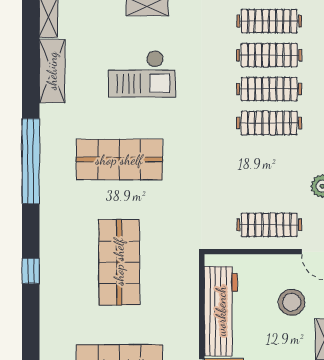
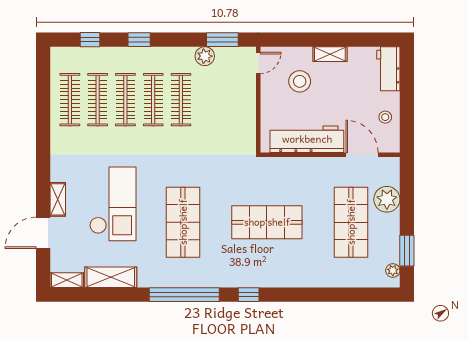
checkout: (142, 74) -> (113, 204), width x1.36, depth x1.21
clothes rail: (269, 225) -> (181, 100), moved
window: (31, 271) -> (249, 295), moved

